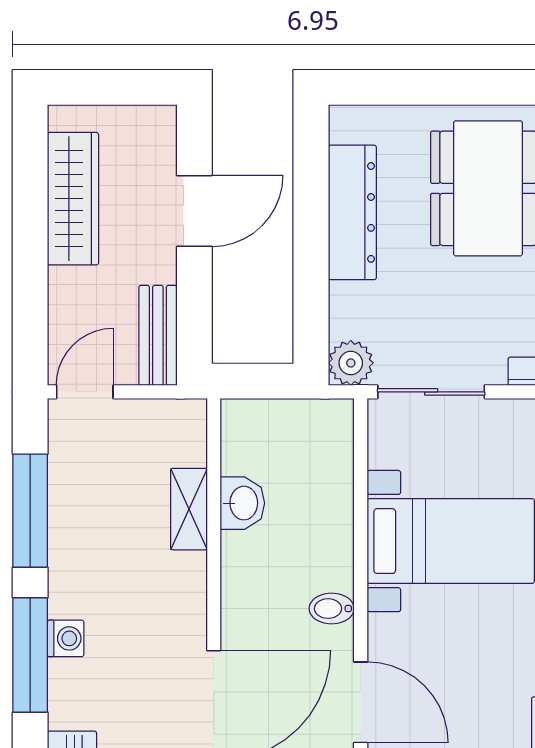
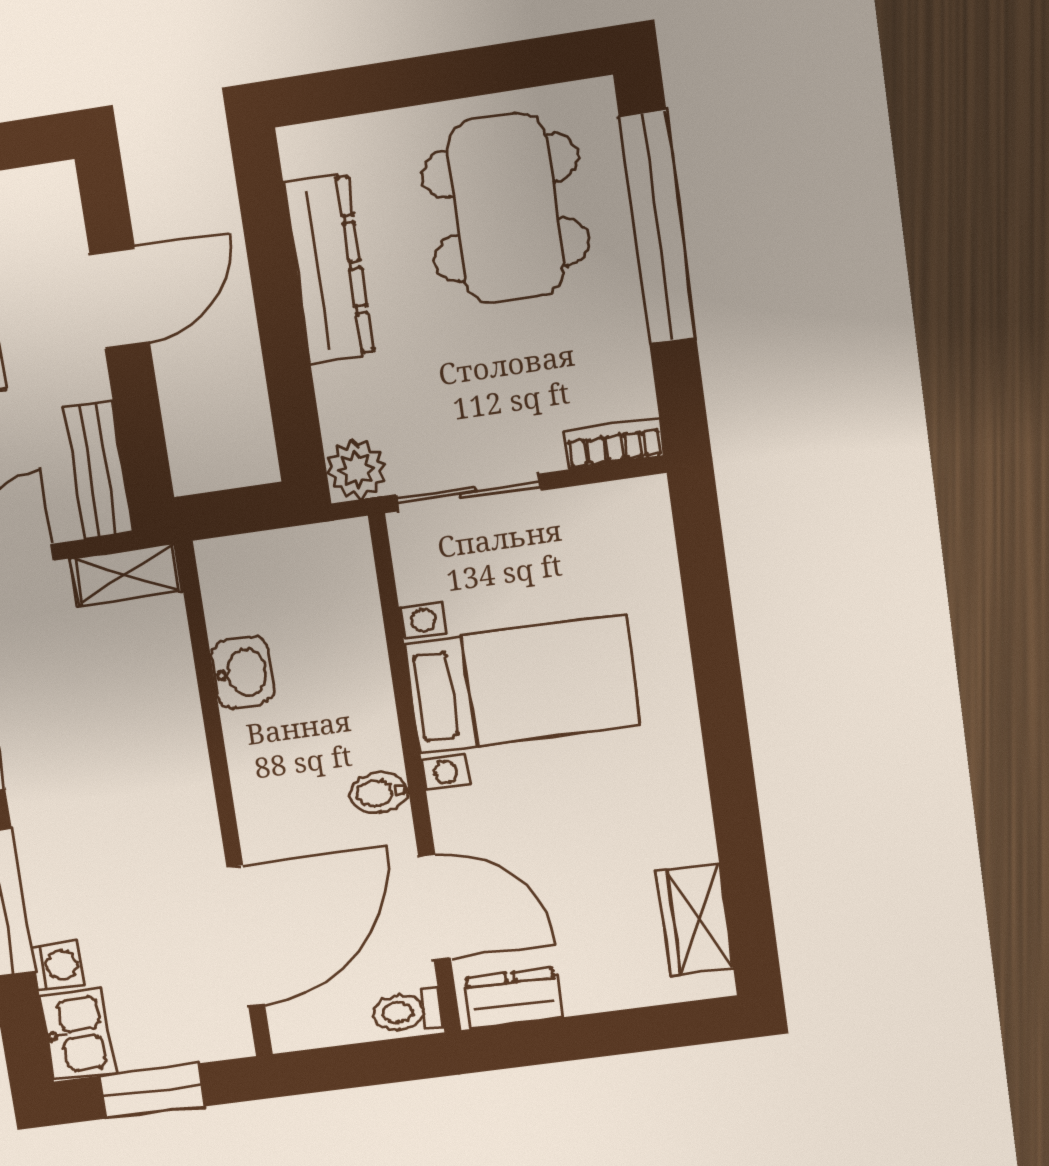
shelving: (189, 509) -> (127, 575), moved, turned 90
washing machine: (66, 638) -> (58, 965), moved

